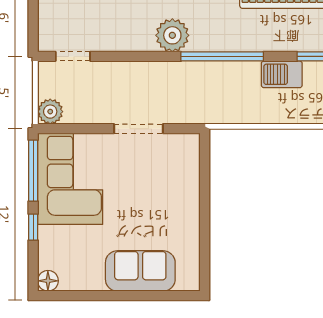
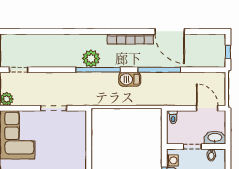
plant: (172, 35) -> (91, 59), moved

